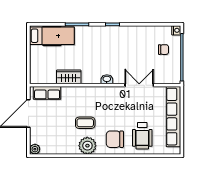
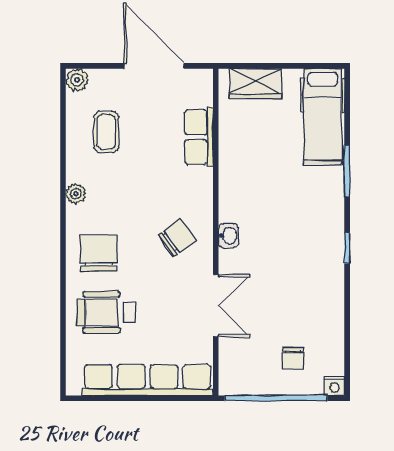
wardrobe: (69, 77) -> (255, 84), moved, turned 90
row of seats: (47, 93) -> (199, 137), moved
chair: (108, 103) -> (177, 238), added
coffee table: (85, 123) -> (106, 132), moved
plant: (87, 146) -> (76, 194), width x0.53, depth x0.53

